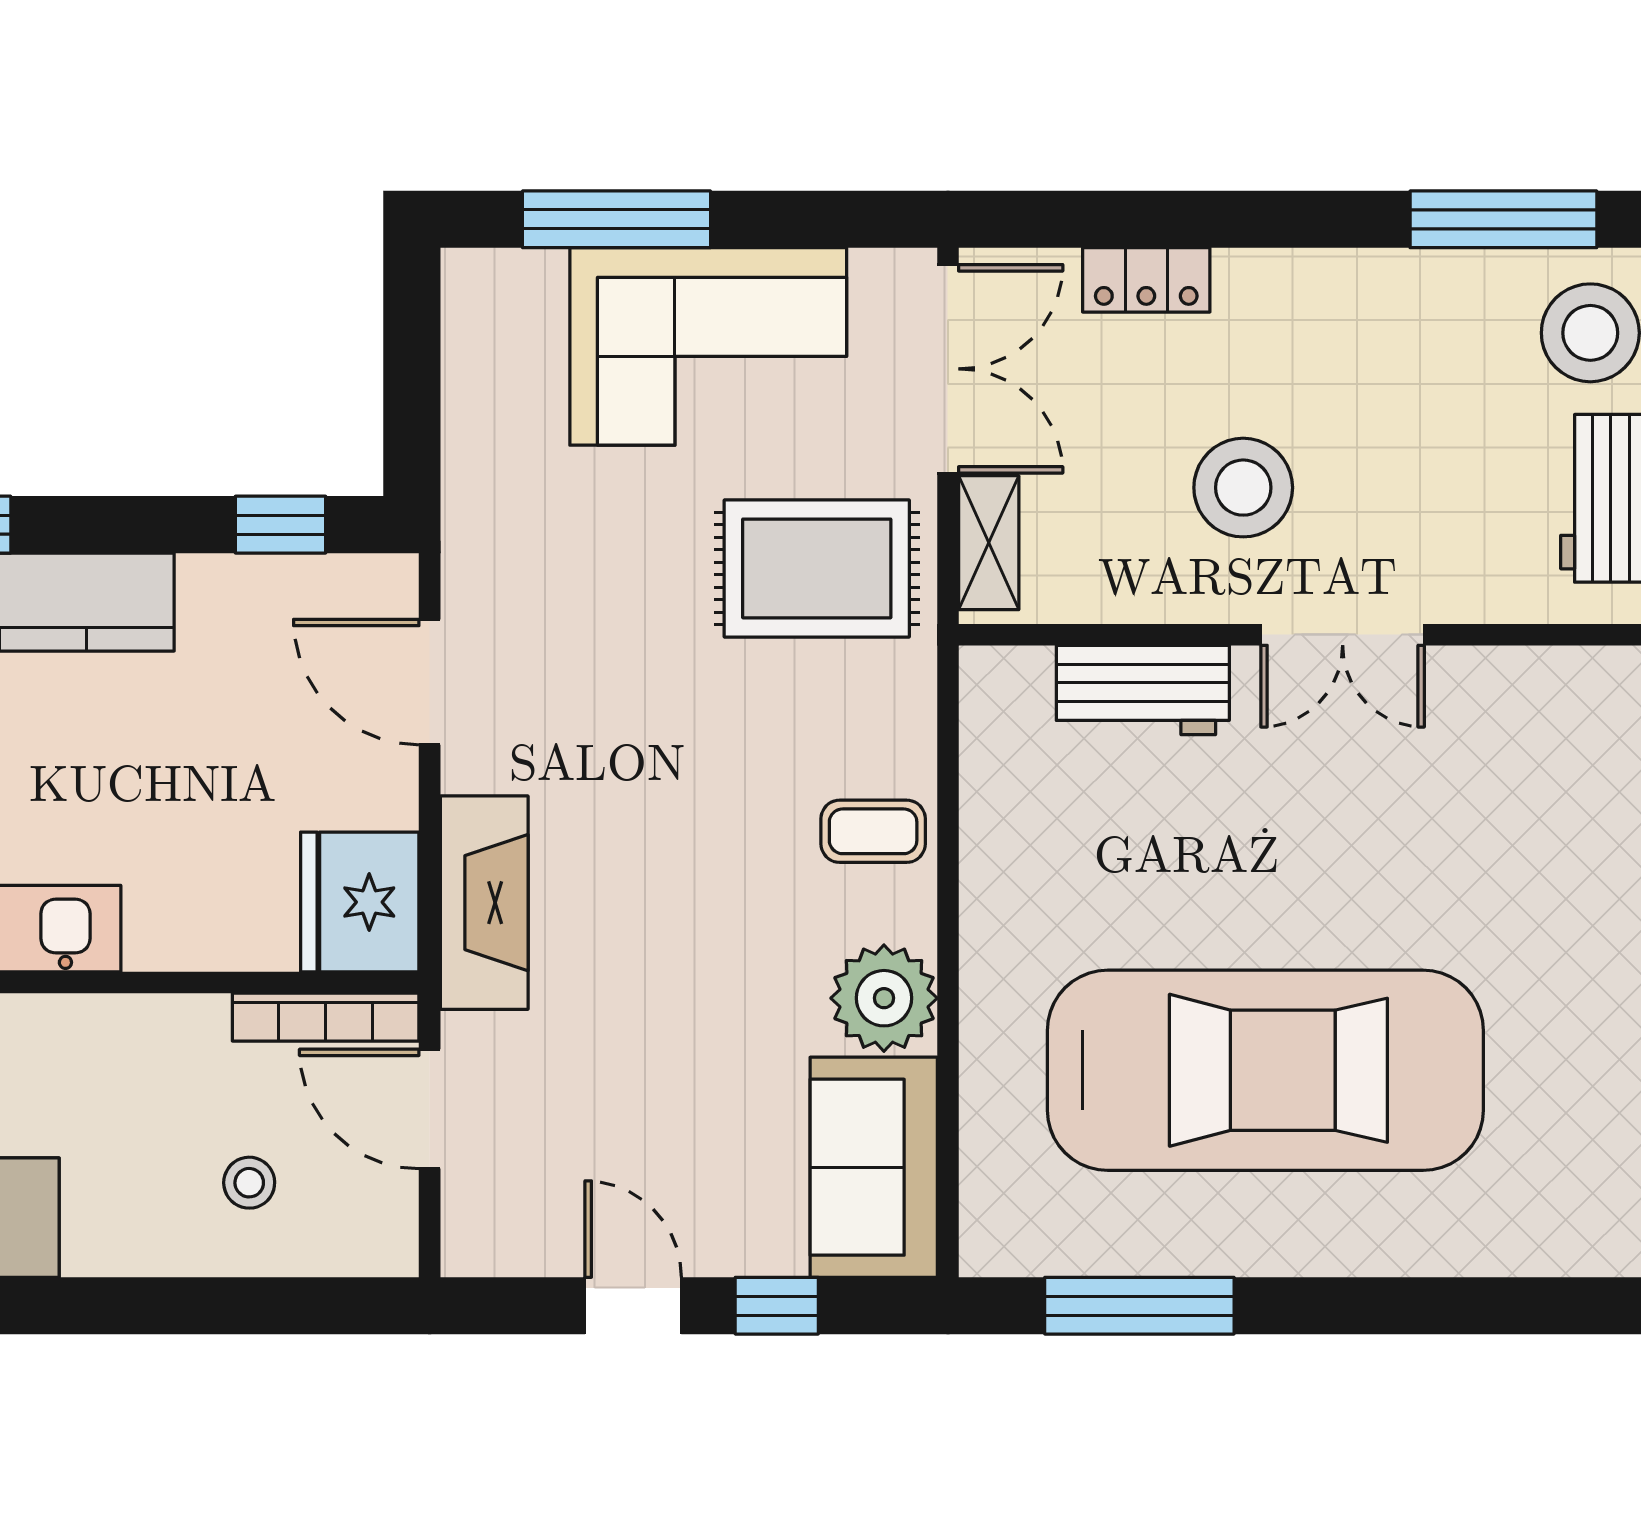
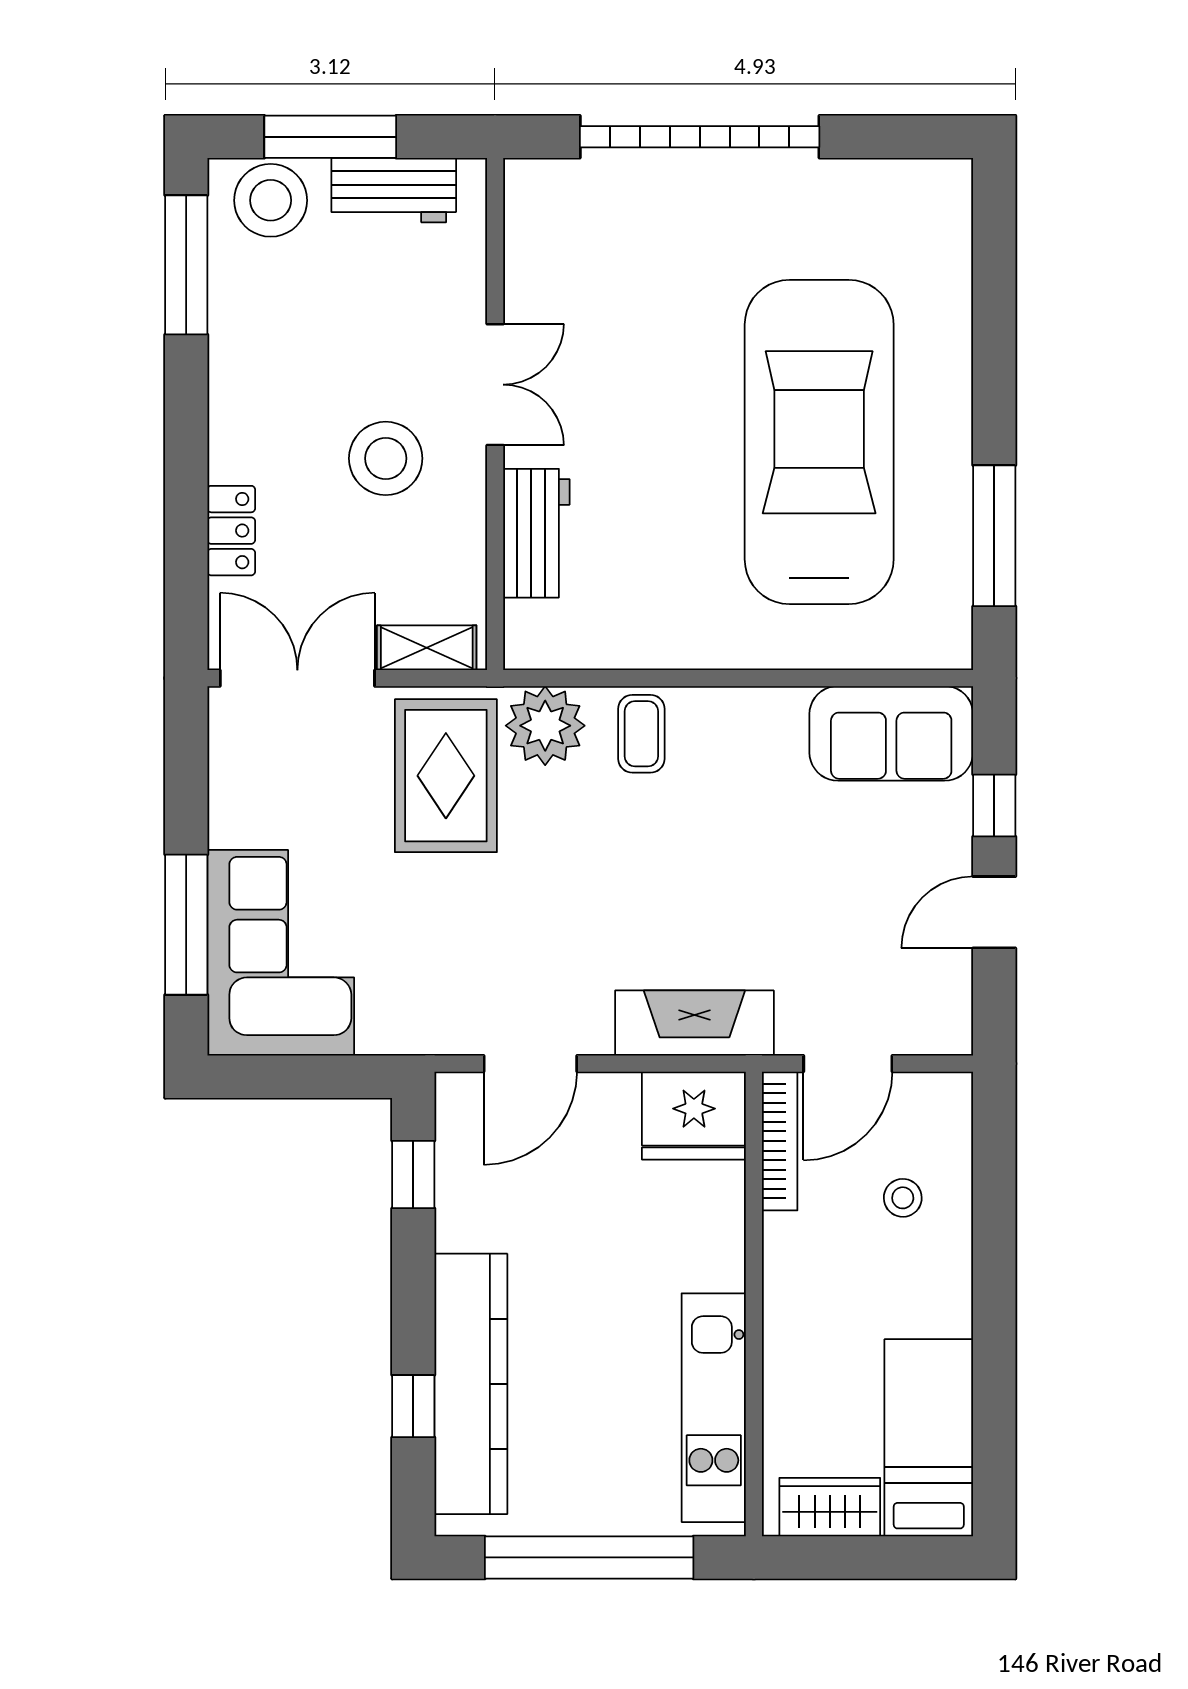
corner sofa: (708, 346) -> (281, 953), moved
plant: (884, 998) -> (545, 726), moved

